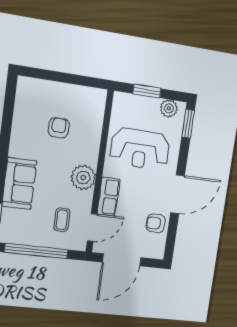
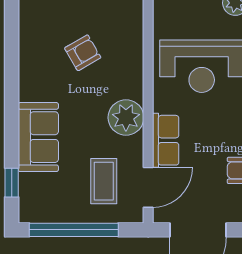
armchair: (59, 128) -> (83, 53), turned 60
coffee table: (62, 220) -> (104, 181), width x1.36, depth x1.30

